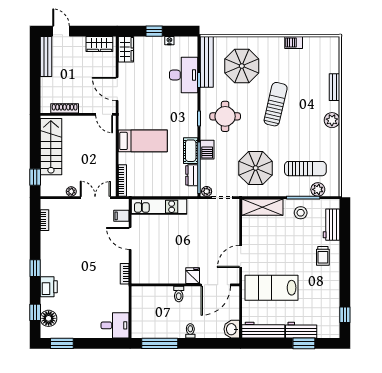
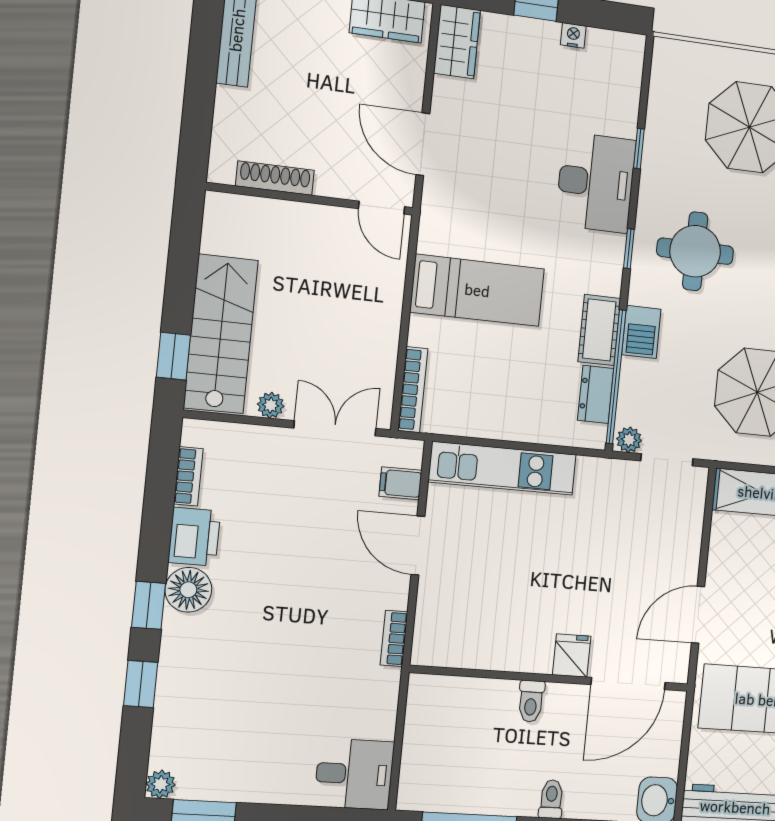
bench: (207, 62) -> (663, 104), removed
desk: (184, 75) -> (596, 182), moved
stairs: (51, 147) -> (221, 334), moved
printer: (49, 287) -> (194, 537), moved
window: (35, 312) -> (141, 684), moved
floor lamp: (49, 318) -> (188, 590), moved
plant: (46, 333) -> (161, 784), added

